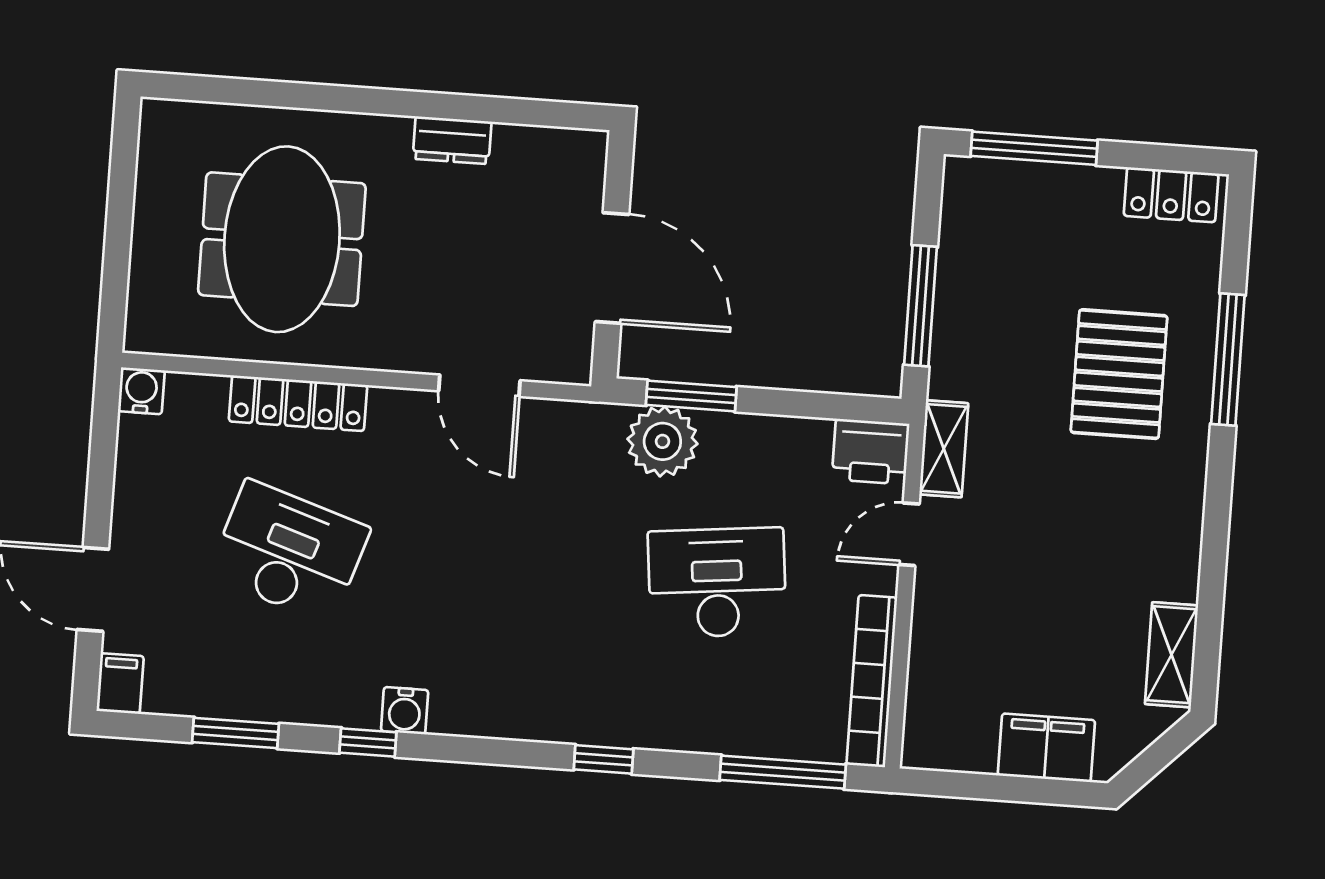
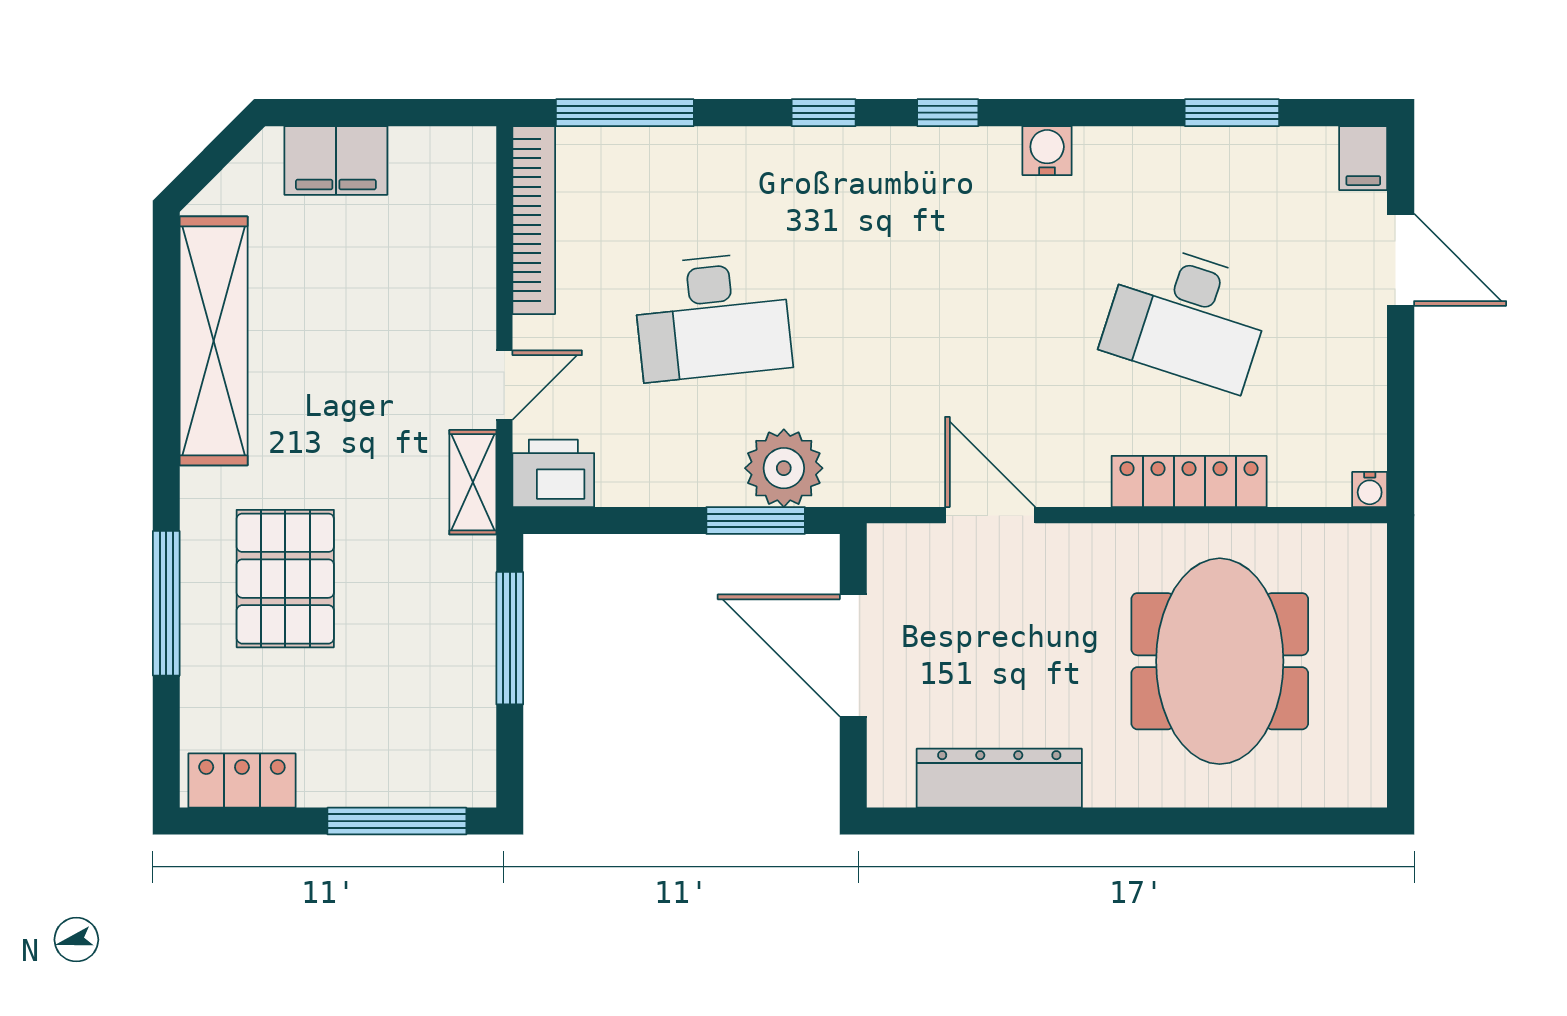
dresser: (452, 140) -> (999, 778), width x1.96, depth x1.24
water cooler: (141, 391) -> (1370, 489), width x0.72, depth x0.72
shelving: (1172, 655) -> (214, 341), width x2.20, depth x1.33
window: (368, 742) -> (948, 113), moved

